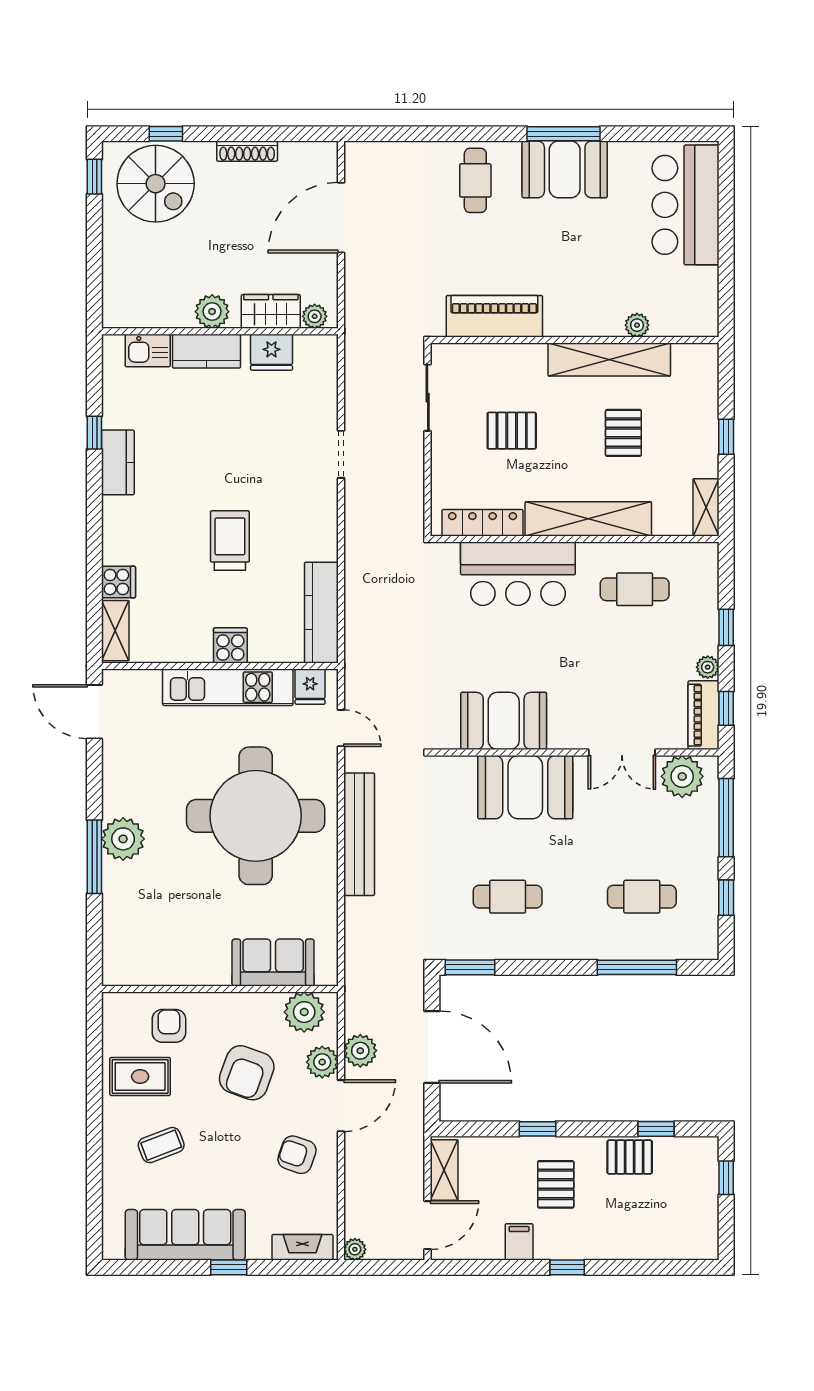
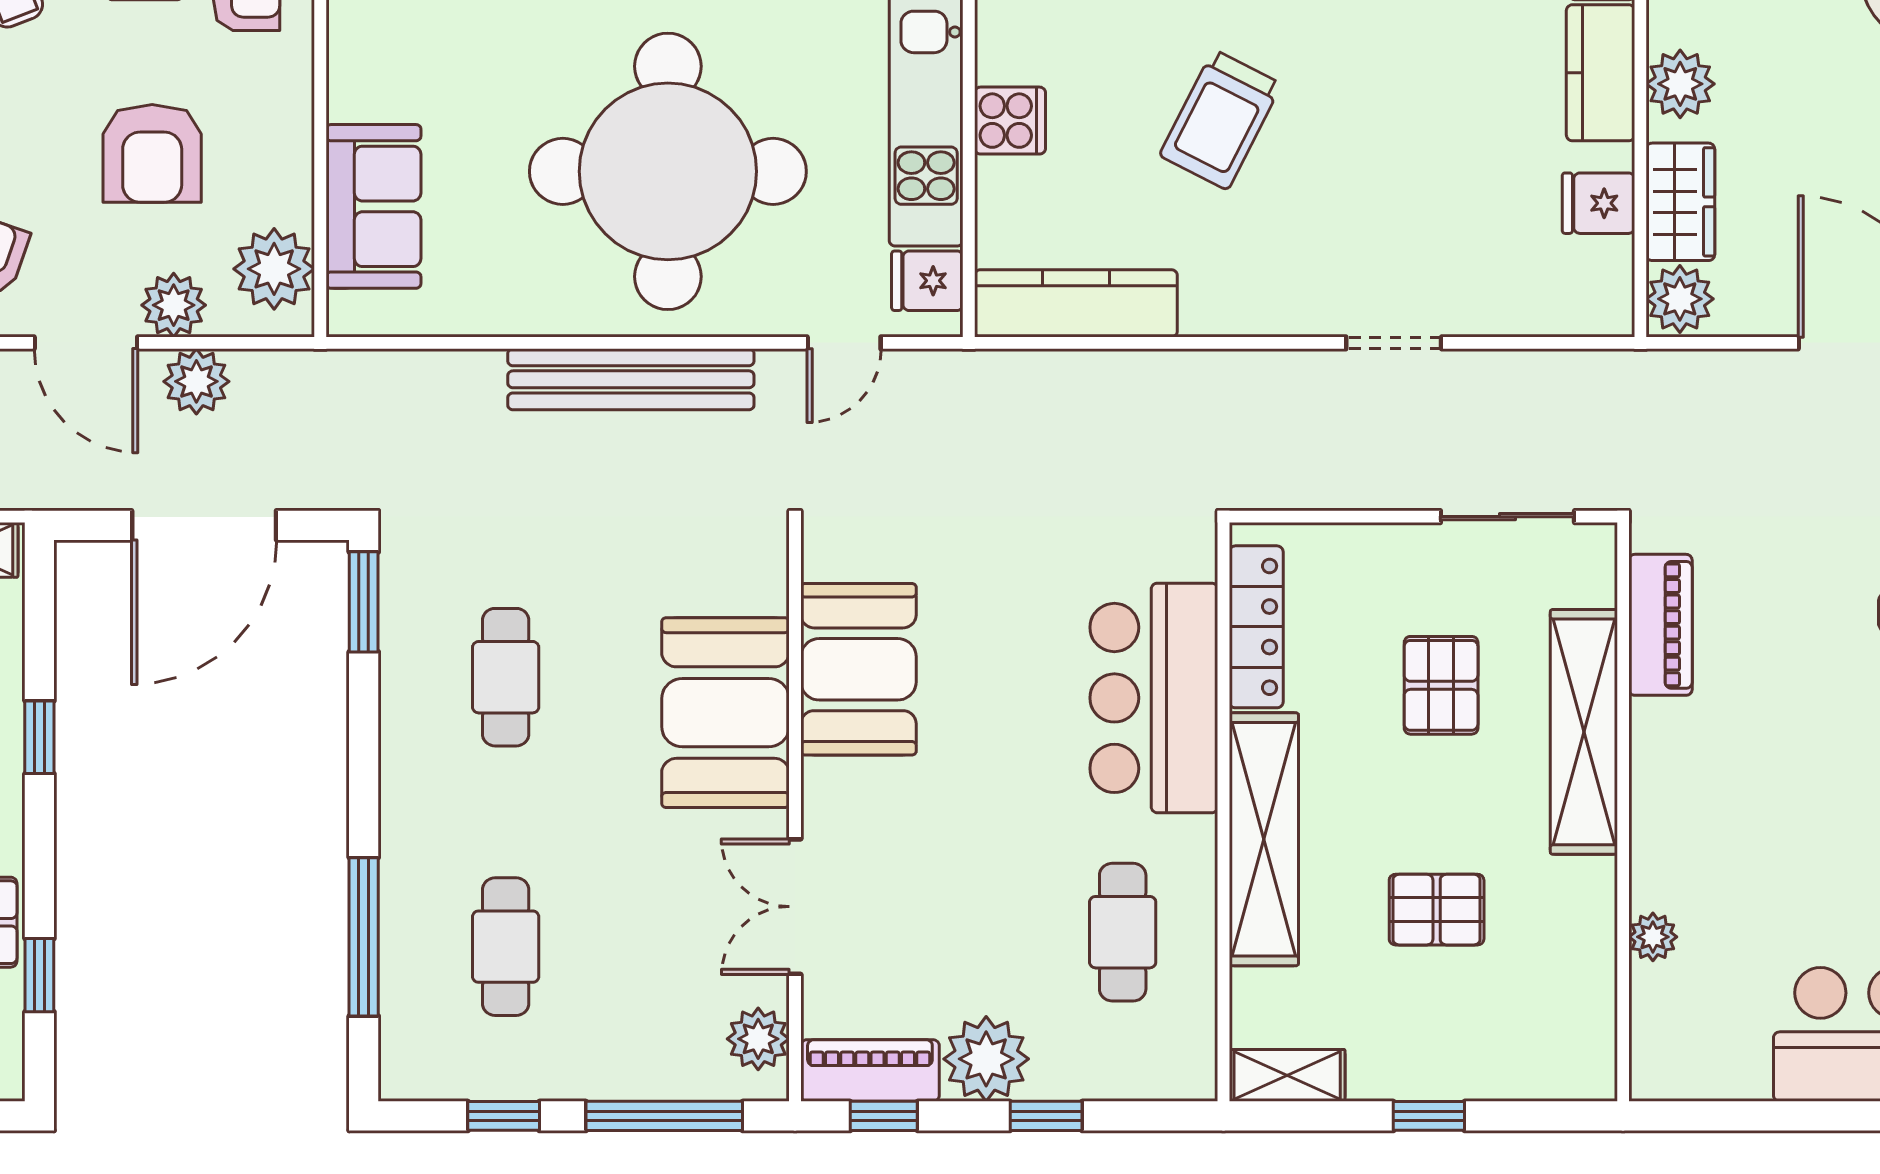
plant: (315, 316) -> (1680, 299), width x1.38, depth x1.38
piano: (494, 316) -> (1660, 625), width x0.73, depth x0.75
fridge: (271, 352) -> (1598, 203), width x0.72
shelving: (609, 360) -> (1584, 732), moved
trolley: (230, 541) -> (1221, 120), turned 117
plant: (708, 667) -> (986, 1059), width x1.88, depth x1.88
plant: (682, 776) -> (758, 1039), width x0.73, depth x0.73
armchair: (247, 1073) -> (152, 153), turned -110

